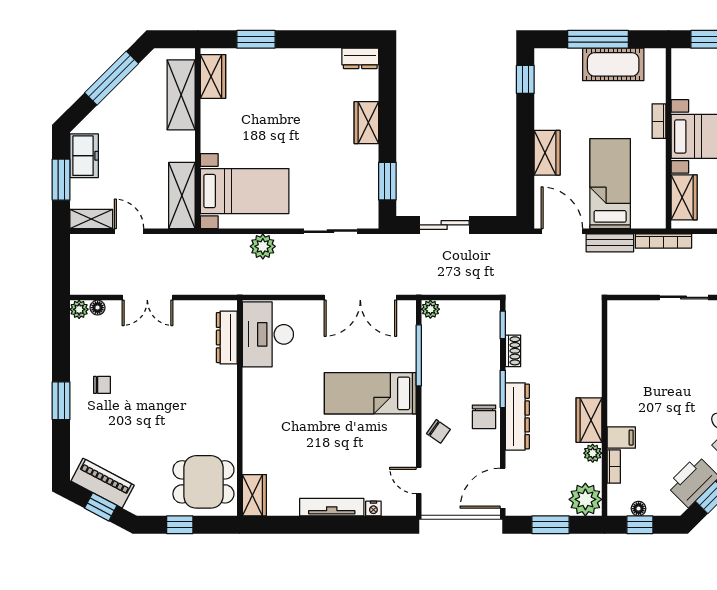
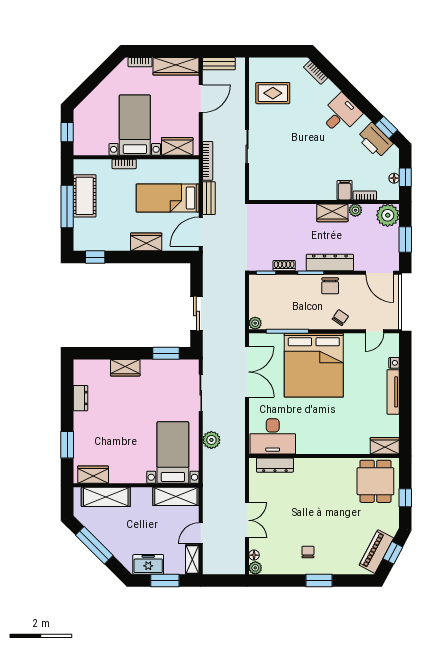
dresser: (360, 58) -> (80, 398), moved
bed: (370, 393) -> (314, 365), width x2.04
chair: (484, 417) -> (330, 286), turned 90

